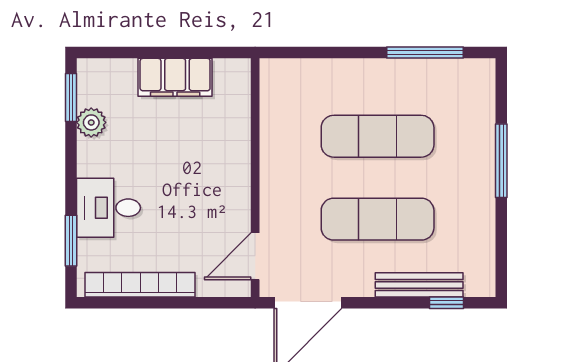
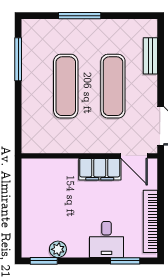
filing cabinet: (175, 77) -> (100, 169), moved, turned 90
bench: (419, 285) -> (150, 56), width x0.73
window: (446, 303) -> (161, 47), removed

